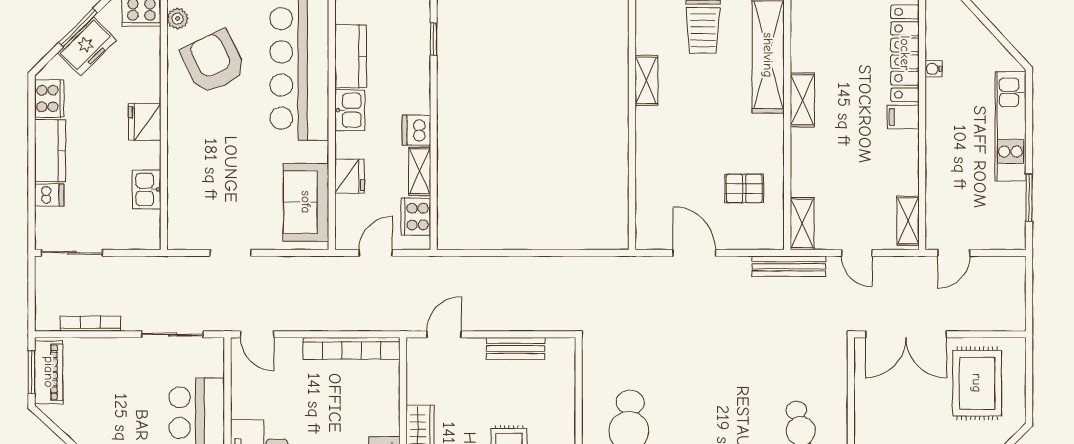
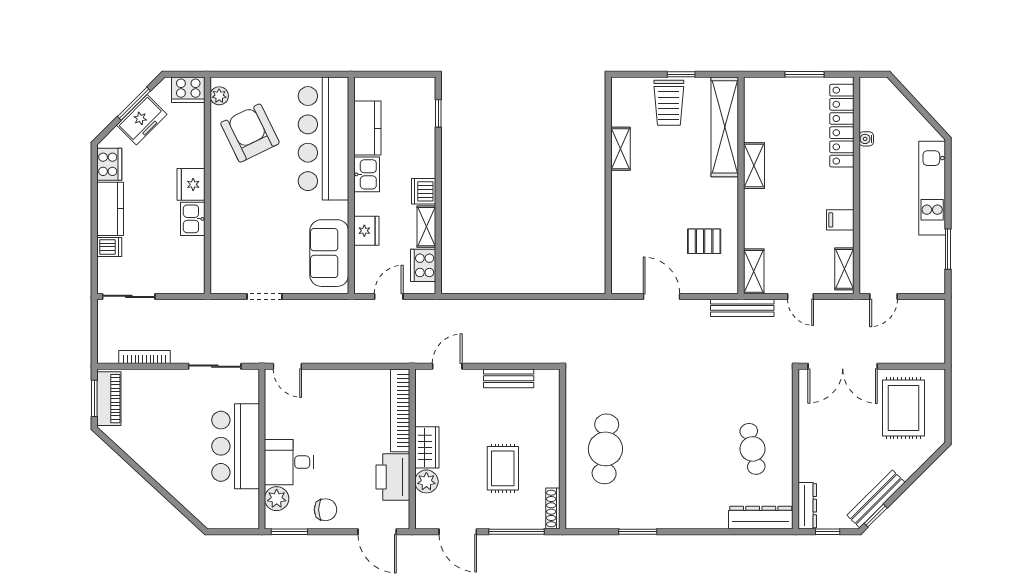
filing cabinet: (903, 117) -> (840, 220), moved
kitchen sink: (147, 190) -> (193, 219), moved
bookcase: (352, 348) -> (400, 410), moved, turned 90

